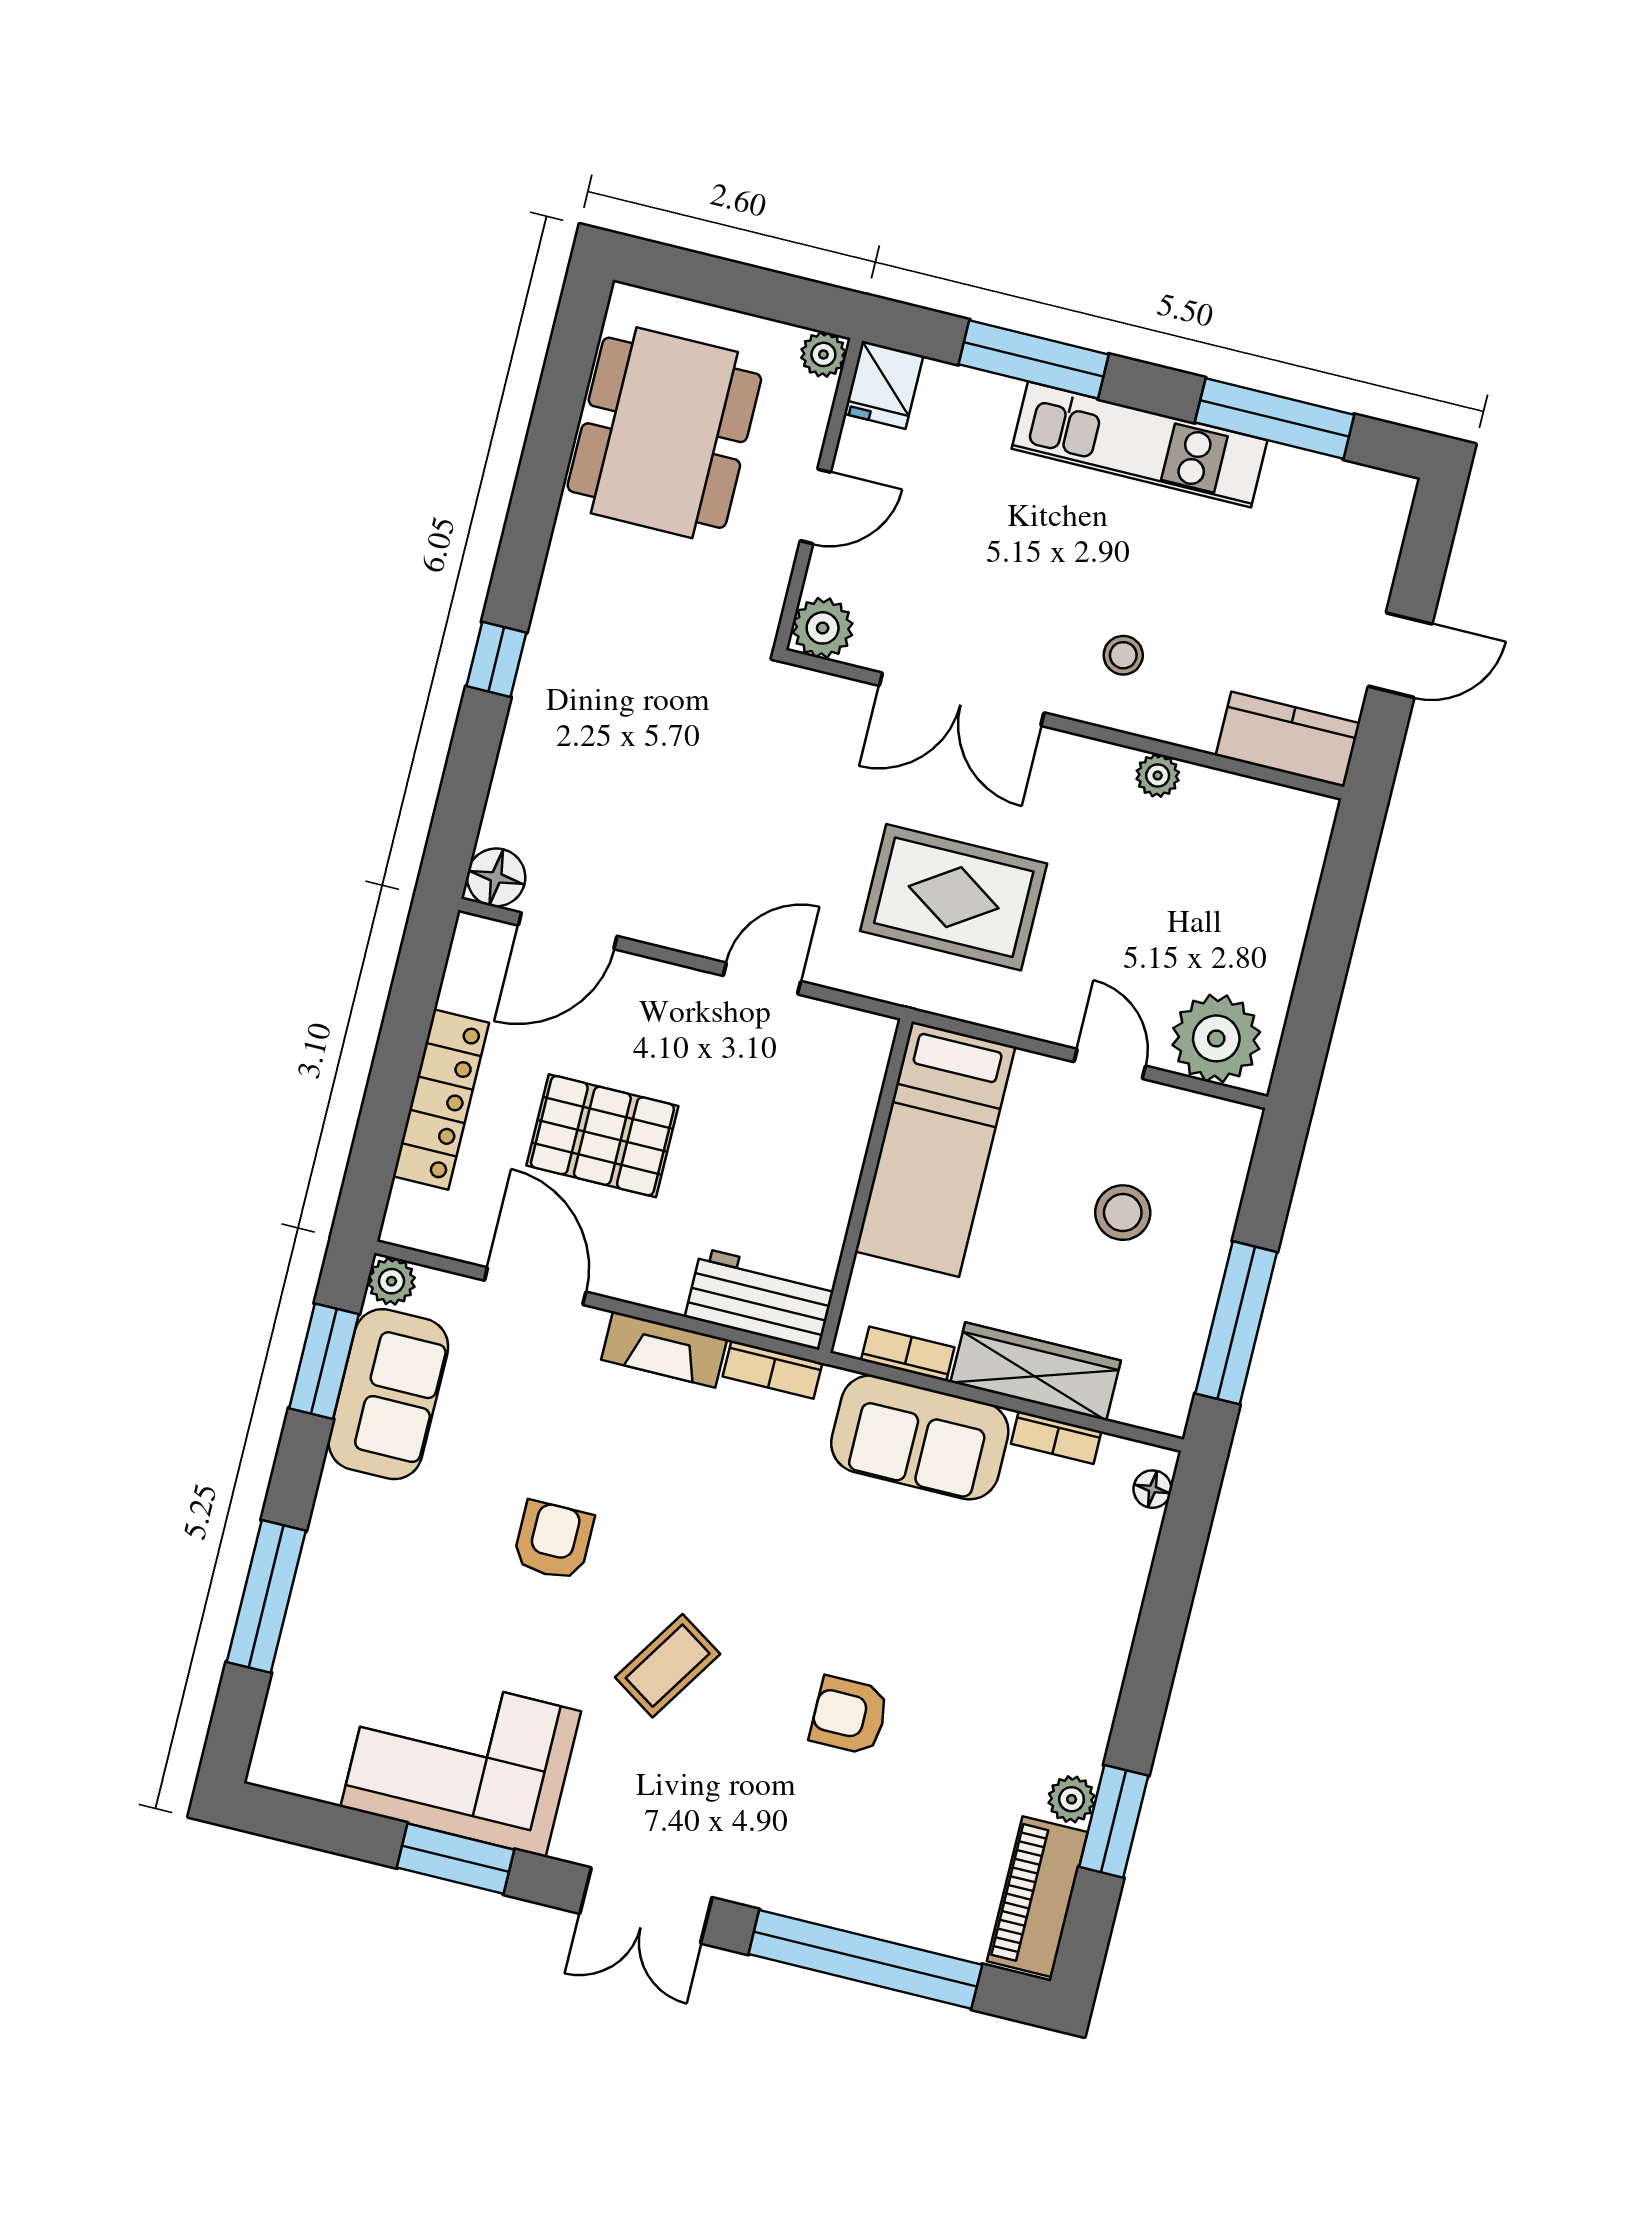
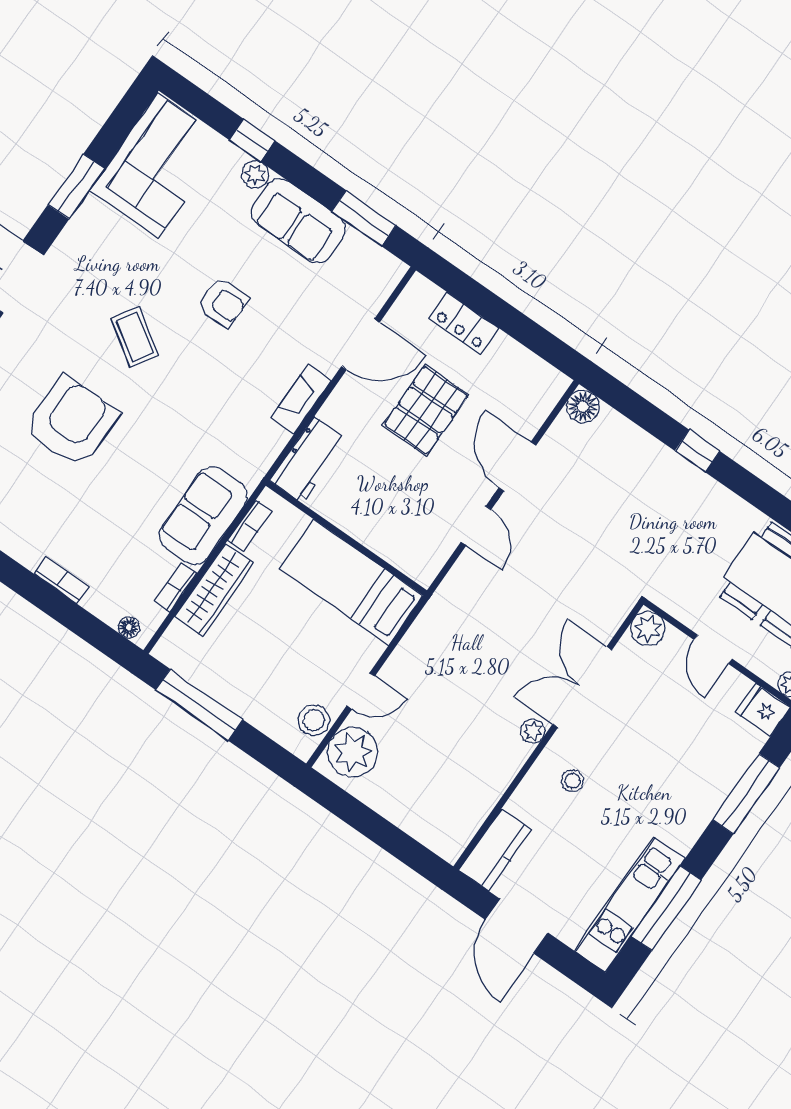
kitchen unit: (1139, 445) -> (629, 905), moved
door: (1400, 655) -> (517, 926), width x1.38
plant: (1158, 775) -> (533, 731), moved
rug: (954, 897) -> (480, 643), removed
door: (568, 931) -> (517, 466), moved
locker: (441, 1100) -> (464, 323), width x0.66
stool: (1123, 1213) -> (314, 720), moved
plant: (391, 1281) -> (255, 174), moved
bookcase: (772, 1370) -> (61, 580), moved, turned 90
sofa: (388, 1394) -> (298, 221), moved
window: (266, 1596) -> (252, 140), width x0.46
armchair: (849, 1715) -> (72, 422), width x1.88, depth x1.88
corner sofa: (461, 1759) -> (158, 166), moved

